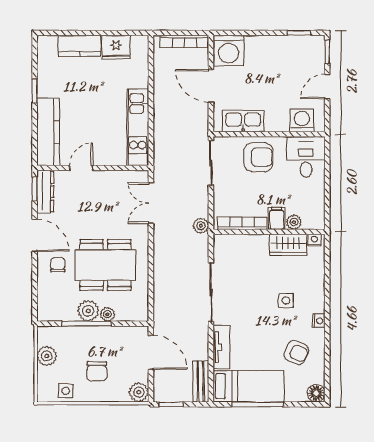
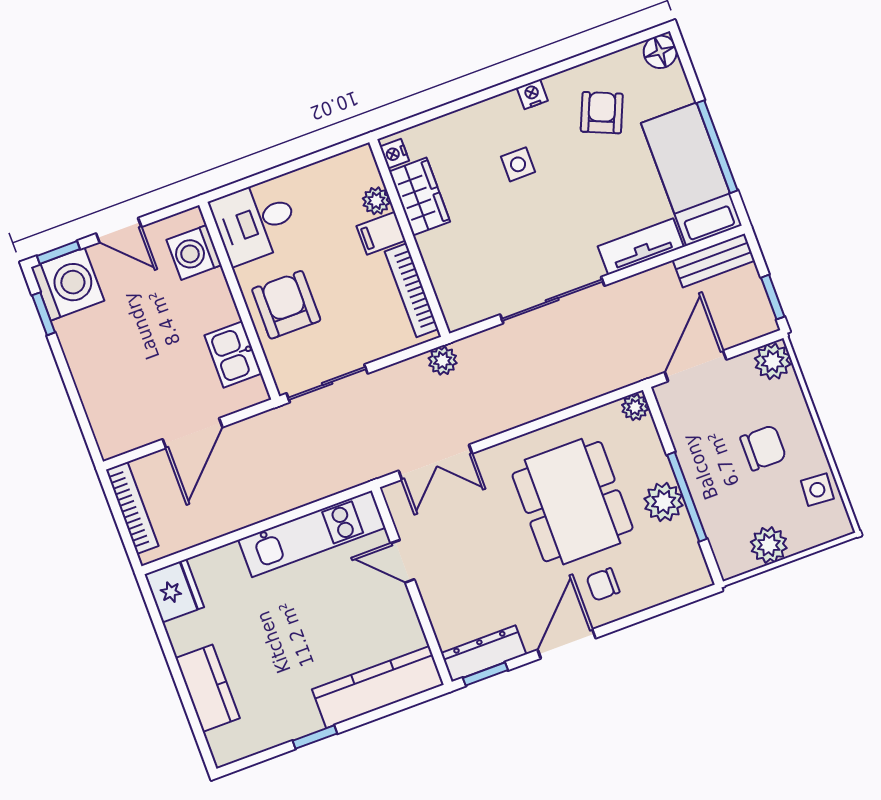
fridge: (116, 47) -> (174, 591), moved
washing machine: (229, 51) -> (68, 284), moved
kitchen sink: (243, 121) -> (233, 354), width x0.73
door: (81, 168) -> (403, 561), moved
plant: (107, 314) -> (635, 407), moved

